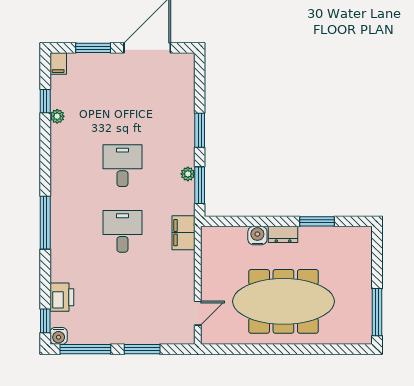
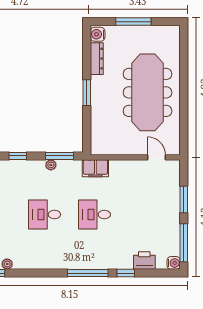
window: (200, 130) -> (18, 156), width x0.67
window: (317, 221) -> (87, 93), moved
dresser: (283, 234) -> (97, 59), moved, width x1.44
water cooler: (257, 236) -> (98, 34), moved
window: (377, 312) -> (133, 22), moved
window: (45, 321) -> (126, 273), moved

